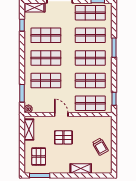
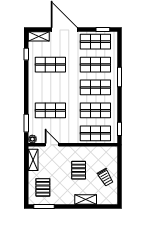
shop shelf: (46, 58) -> (50, 87), removed
door: (61, 115) -> (52, 145), moved
pallet: (63, 137) -> (79, 170), moved, turned 90

